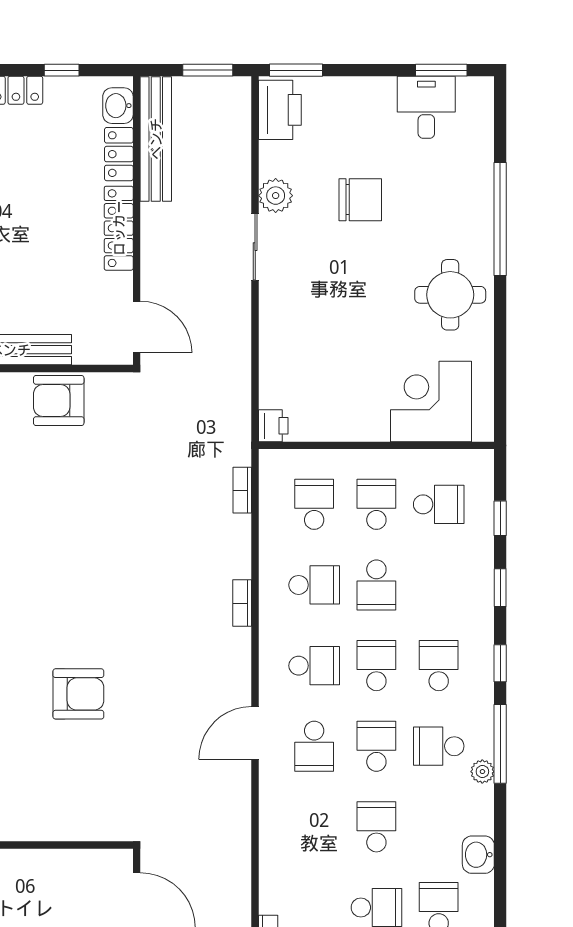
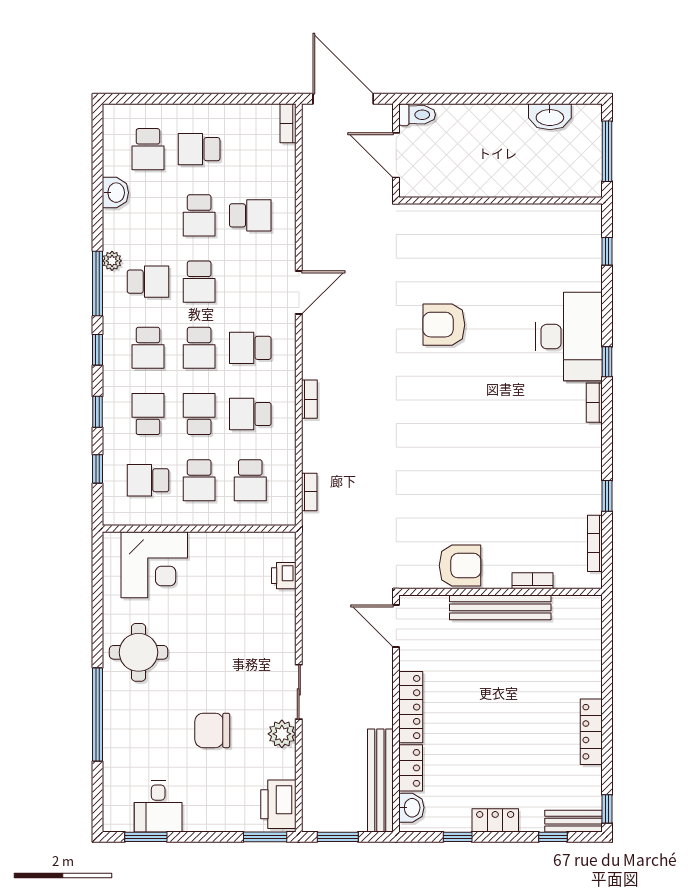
printer: (273, 426) -> (284, 576), moved
school desk: (439, 585) -> (148, 414), added
school desk: (314, 746) -> (250, 215), moved, turned 90

